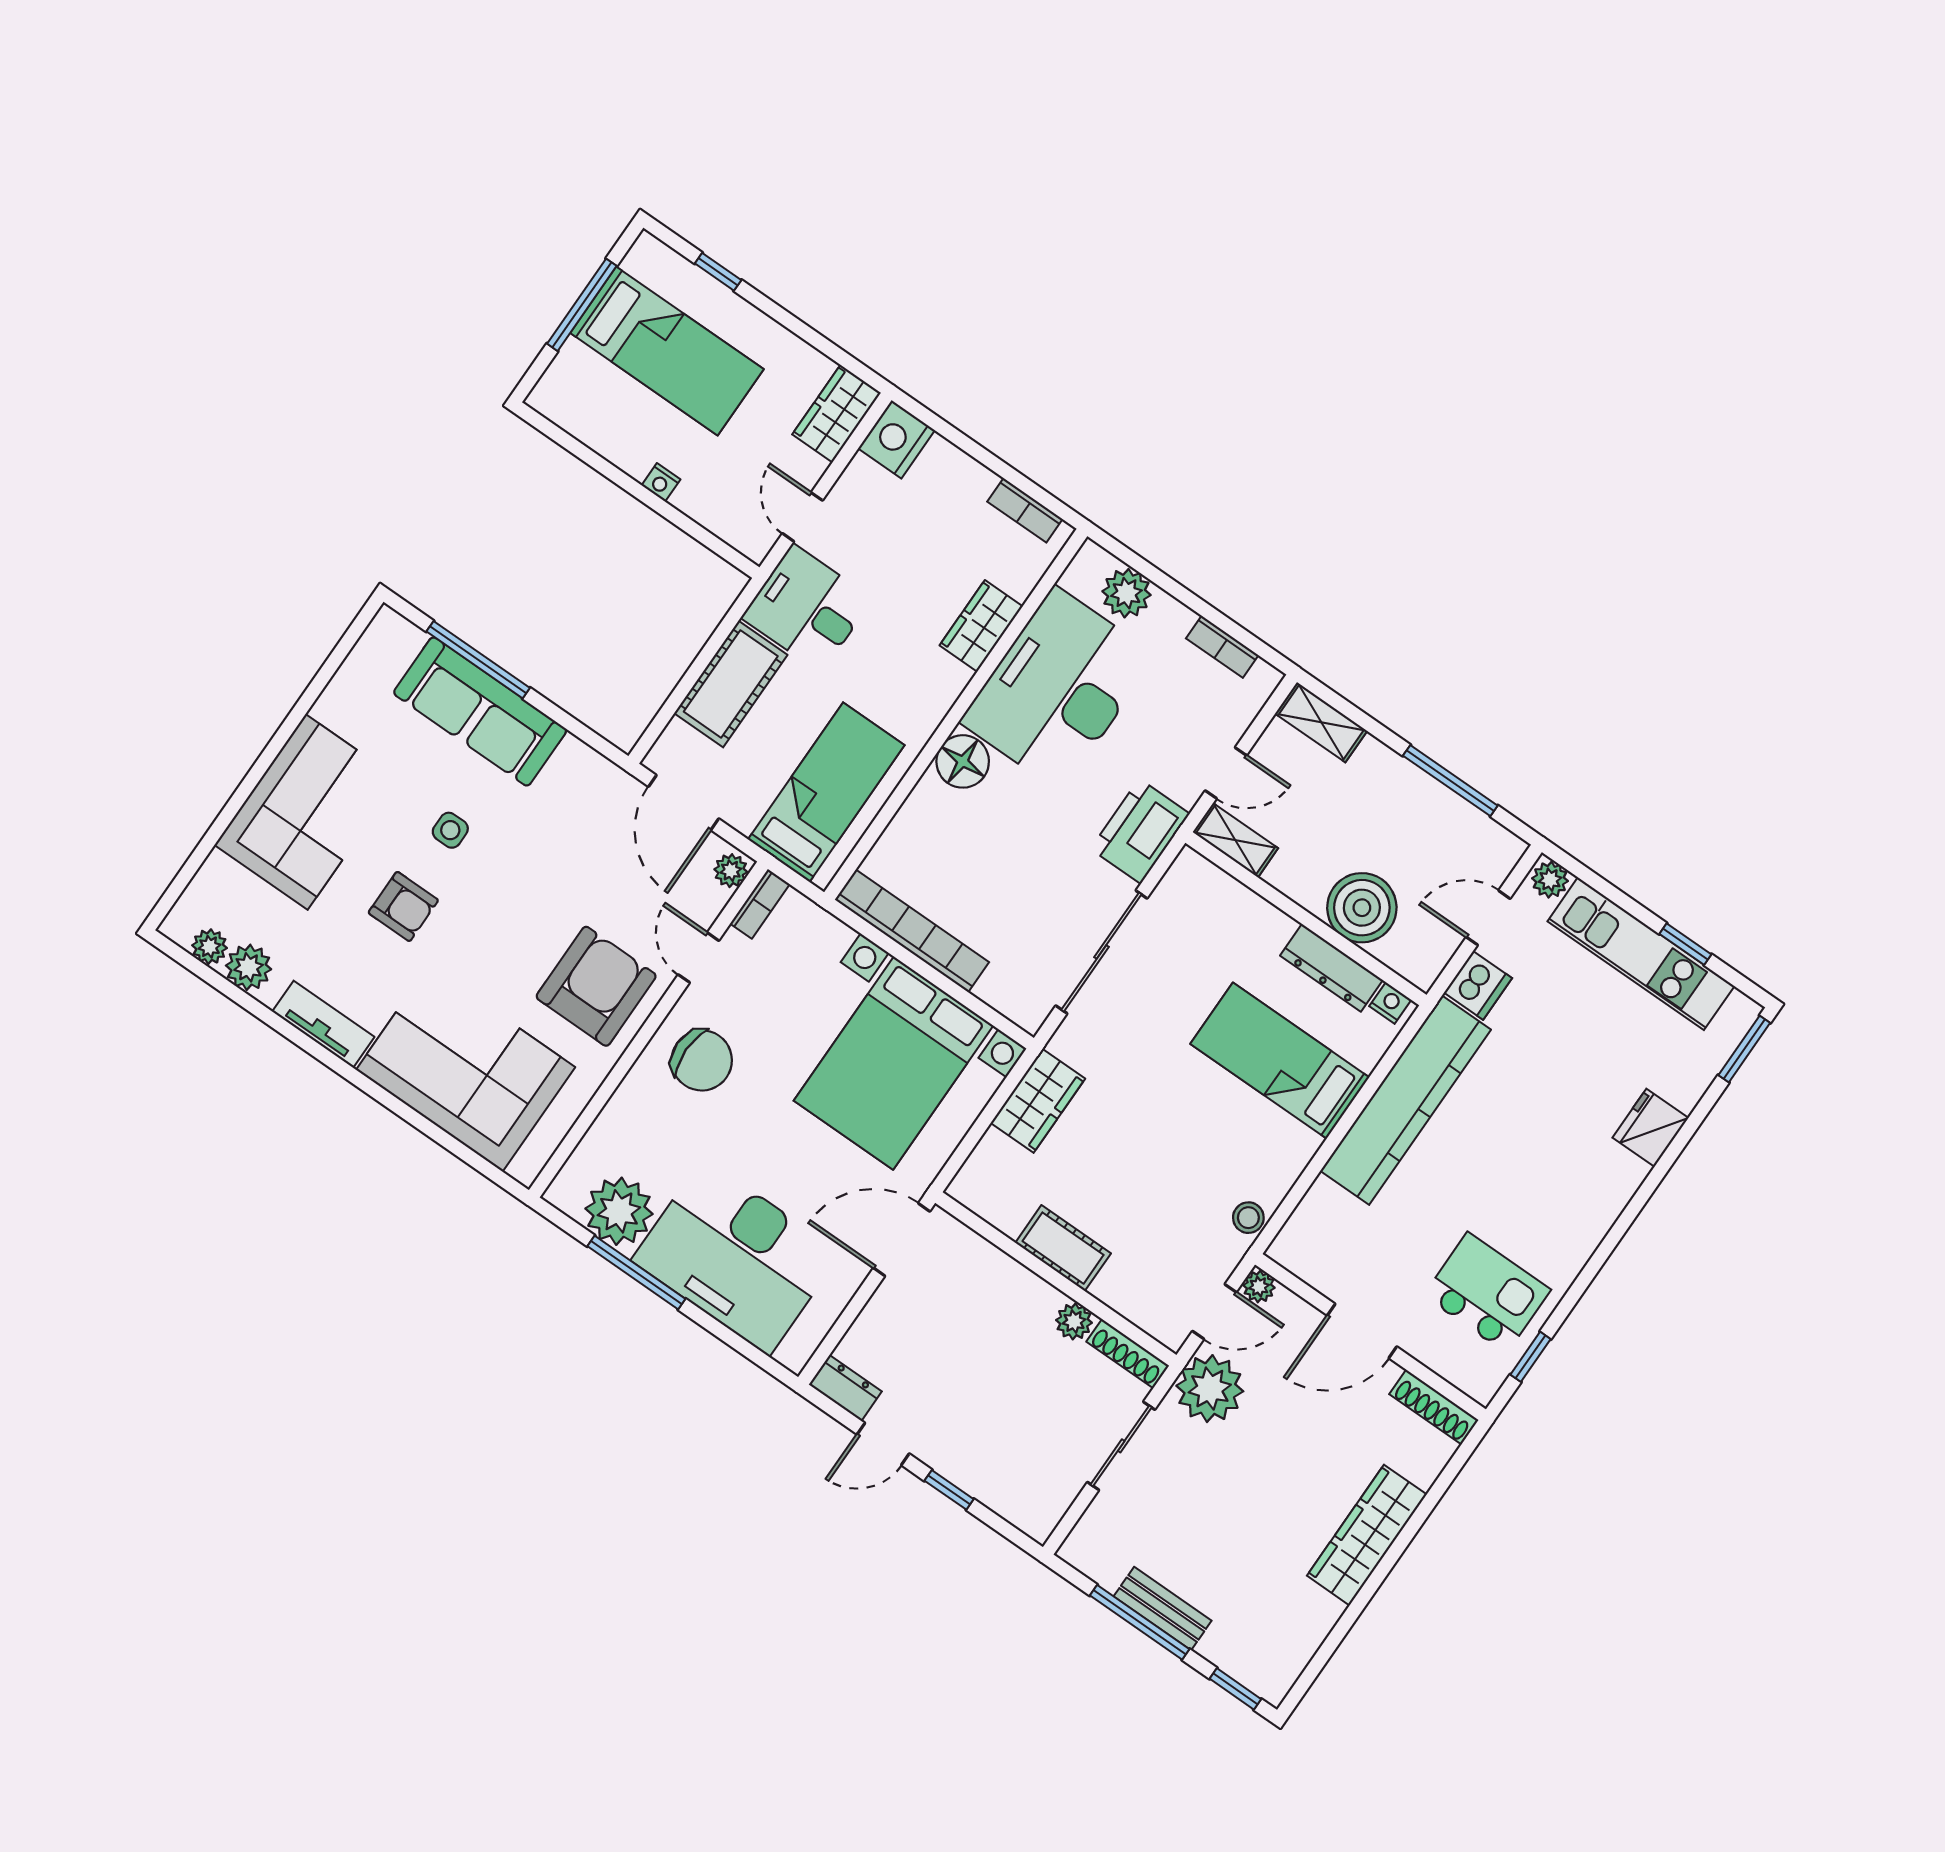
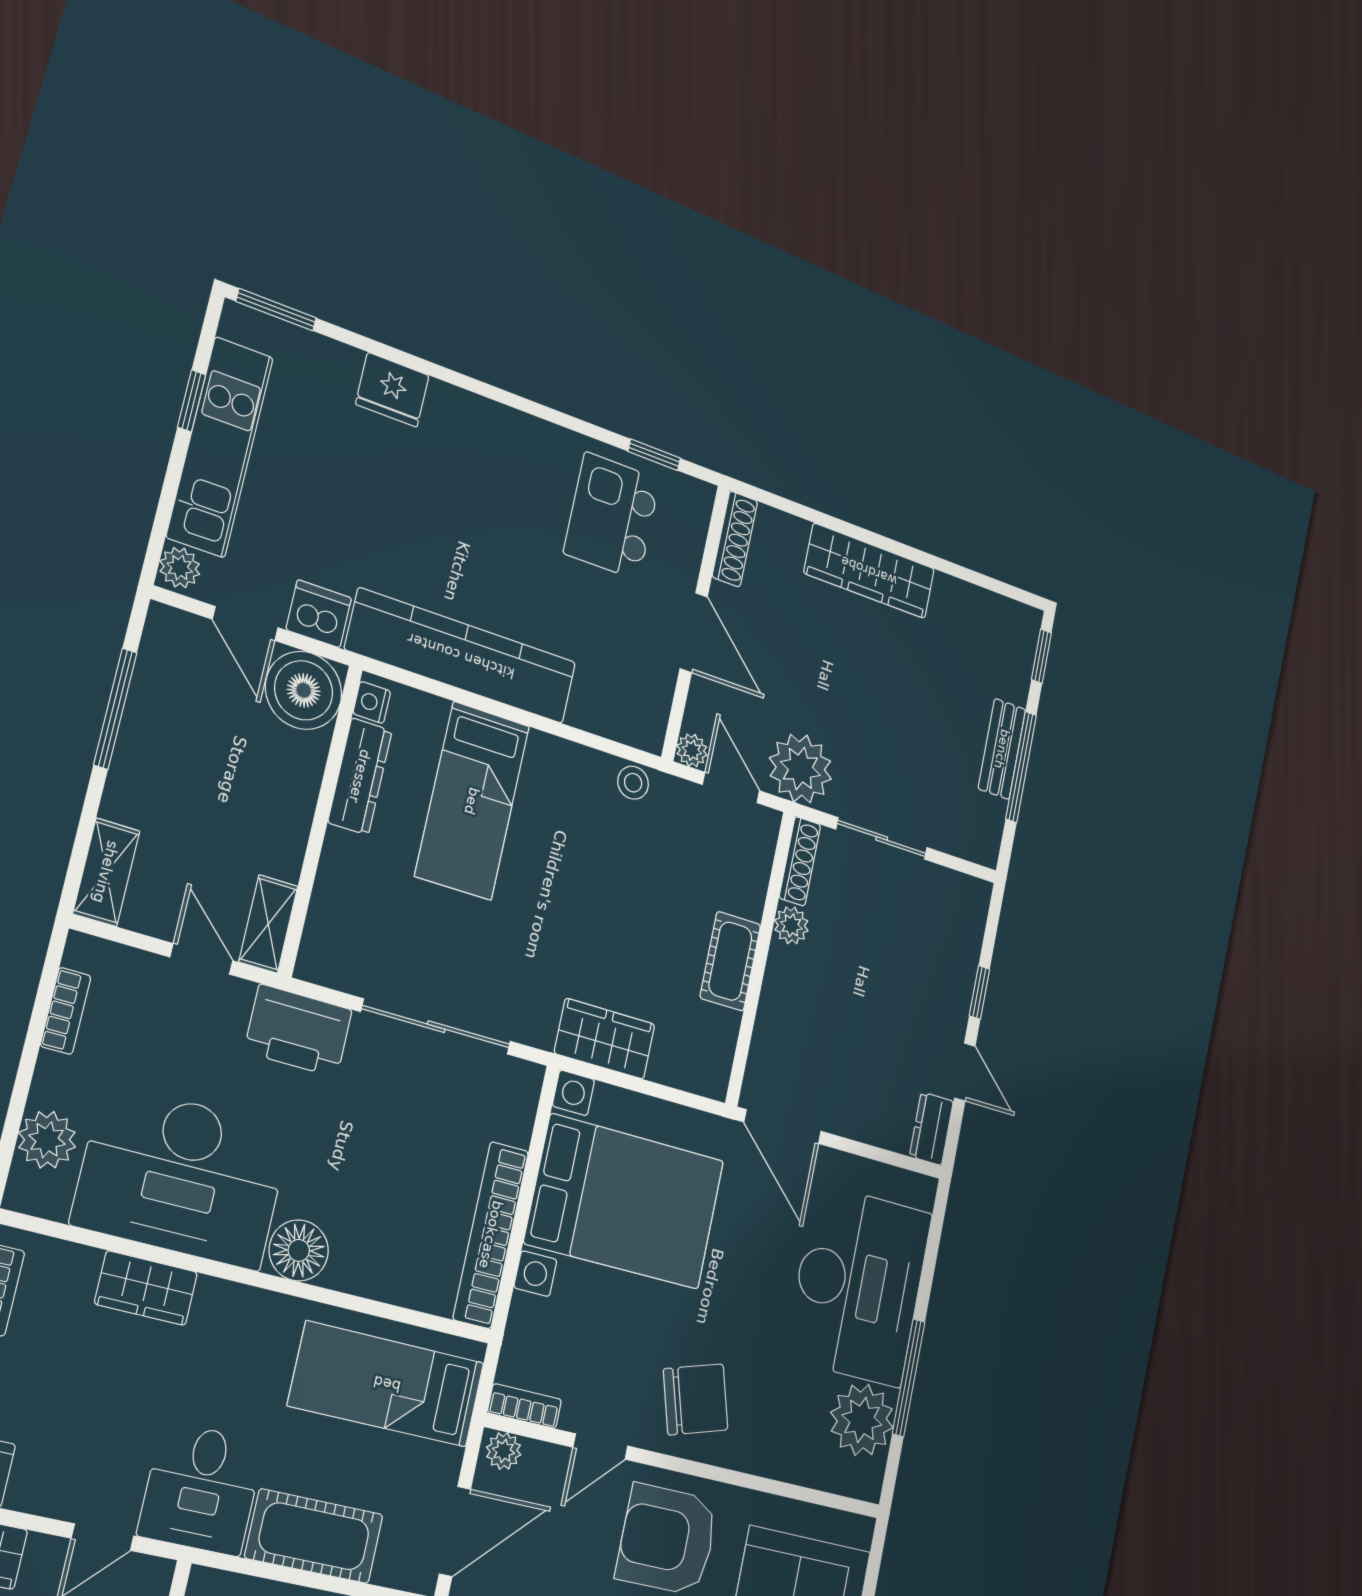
boiler: (1362, 908) -> (304, 690), moved
chair: (702, 1060) -> (696, 1399), turned 73

